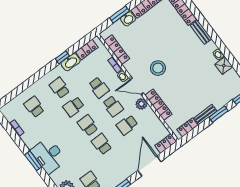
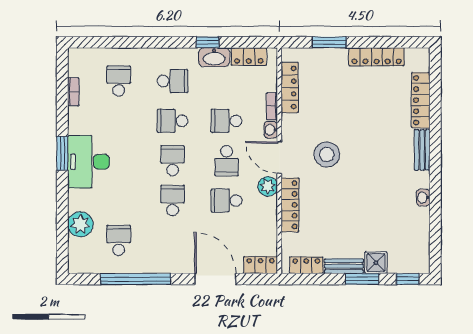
washbasin: (128, 19) -> (336, 57), removed
shower: (224, 66) -> (376, 263), moved
school desk: (59, 88) -> (173, 81), turned 90
school desk: (99, 88) -> (227, 121), turned 90
door: (149, 166) -> (215, 279), hinge flipped

